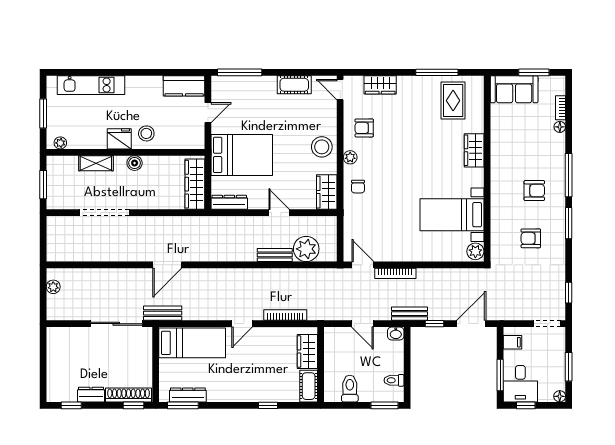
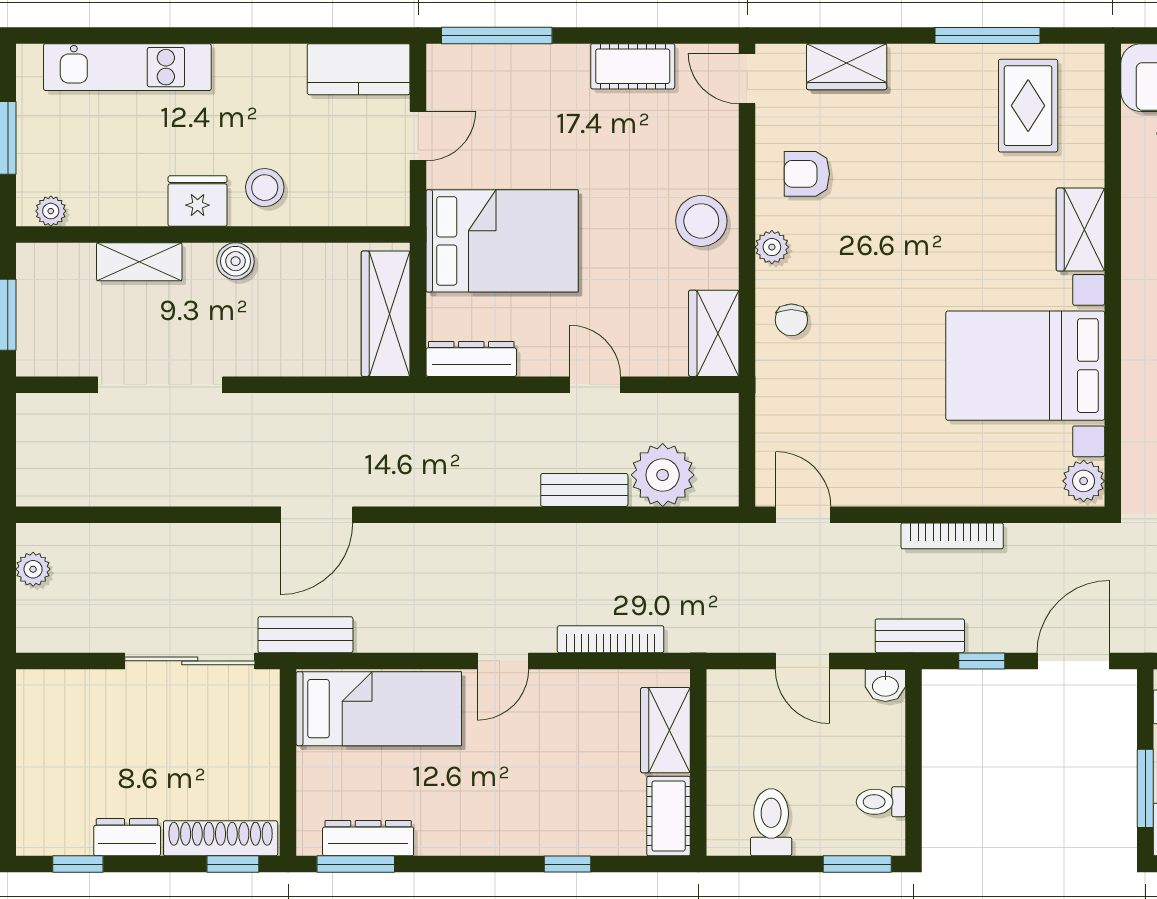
bed with nightstands: (452, 215) -> (1025, 366), width x1.36
bookcase: (395, 273) -> (952, 536), moved

